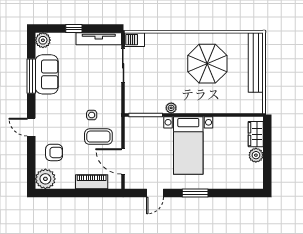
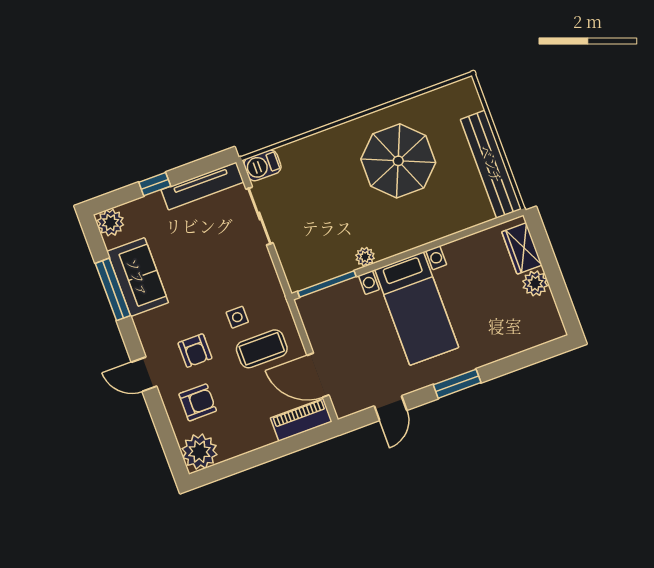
bench: (256, 62) -> (491, 164), moved
armchair: (63, 124) -> (195, 351), added
piano: (92, 182) -> (301, 420), moved

